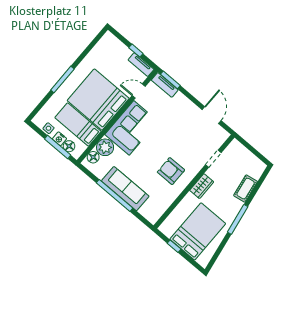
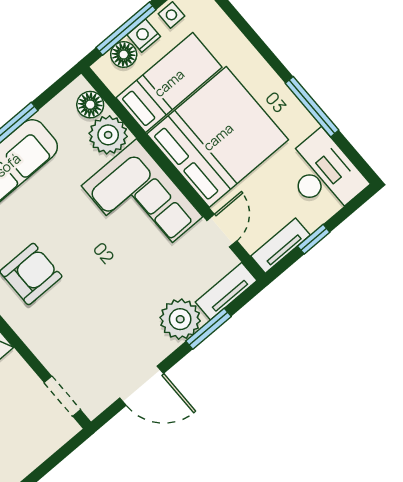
desk: (107, 51) -> (324, 174), added
window: (62, 80) -> (312, 107), moved
window: (170, 80) -> (208, 329), moved
plant: (180, 103) -> (180, 319), added
doorway: (213, 159) -> (62, 396), moved

